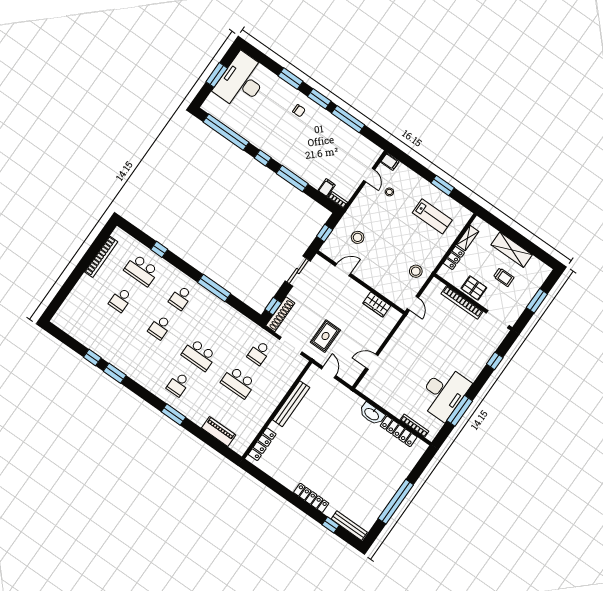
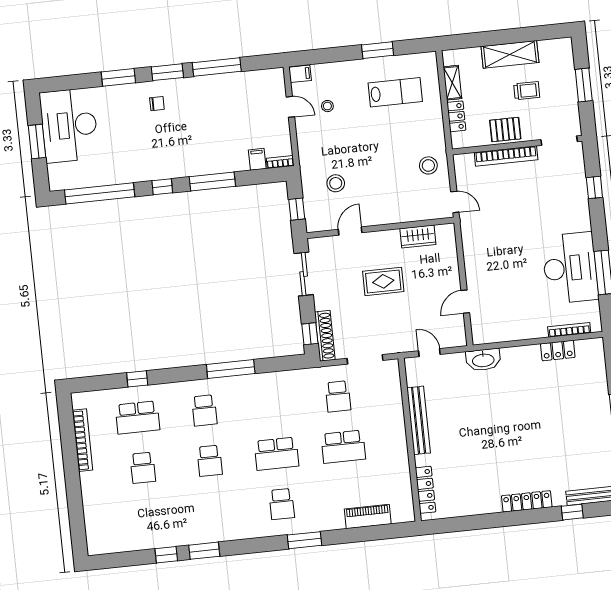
rug: (325, 336) -> (383, 281), moved, turned 90
washbasin: (372, 414) -> (483, 360), moved
locker: (399, 431) -> (558, 351), width x0.66

